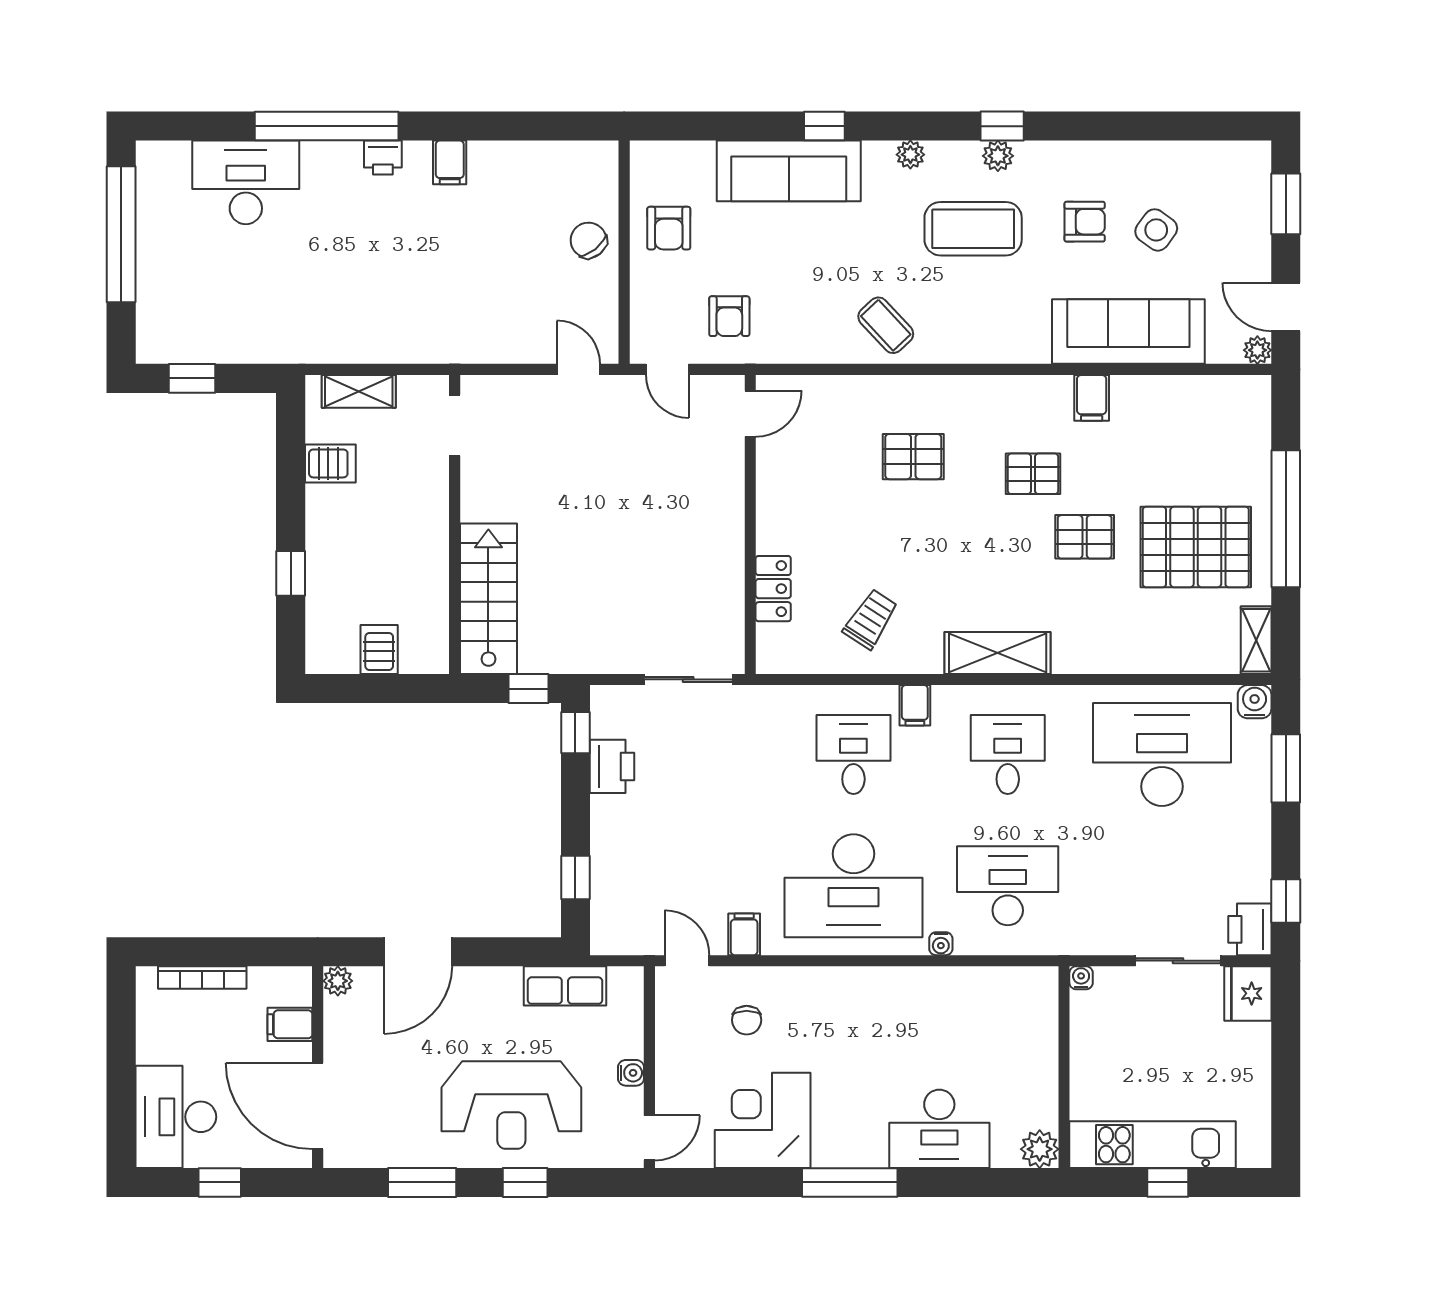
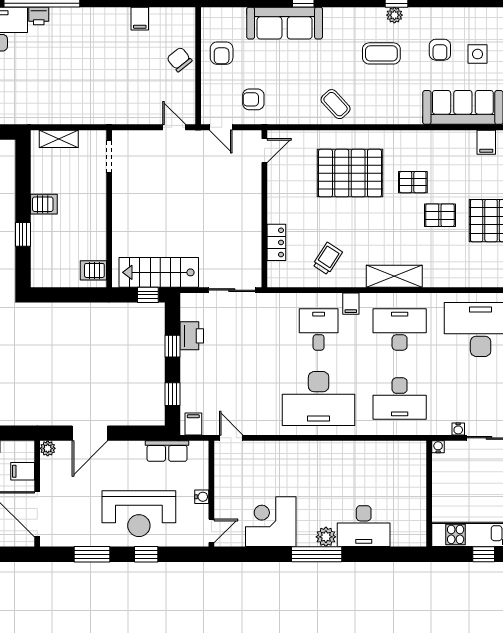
plant: (910, 155) -> (348, 14), removed
printer: (383, 157) -> (39, 16), moved
filing cabinet: (450, 162) -> (140, 19), moved
armchair: (1085, 222) -> (440, 50), turned 90
coffee table: (973, 229) -> (381, 53), width x0.73, depth x0.76
side table: (1156, 230) -> (478, 54), turned -36
armchair: (729, 316) -> (253, 99), turned 90
filing cabinet: (1092, 398) -> (486, 142), moved
pallet: (913, 457) -> (350, 173), width x2.05, depth x2.00
server rack: (330, 463) -> (44, 204), moved
stairs: (488, 599) -> (159, 272), moved, turned -90
server rack: (379, 650) -> (93, 270), moved, turned -90
window: (575, 733) -> (173, 346), moved
desk: (1008, 754) -> (400, 330), width x1.37
desk: (1008, 886) -> (400, 398), turned 180
filing cabinet: (744, 934) -> (193, 424), moved
water cooler: (941, 944) -> (458, 429), moved
chair: (747, 1020) -> (262, 469), removed
plant: (1040, 1149) -> (326, 537), moved

